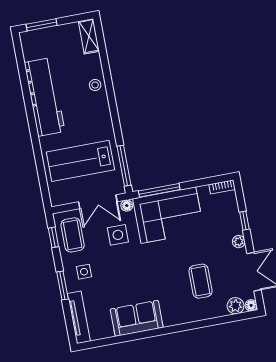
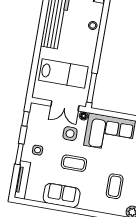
lab bench: (80, 161) -> (63, 73), turned 180
window: (159, 190) -> (110, 114), removed
coffee table: (73, 235) -> (74, 163), moved, turned 90

